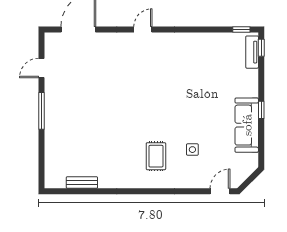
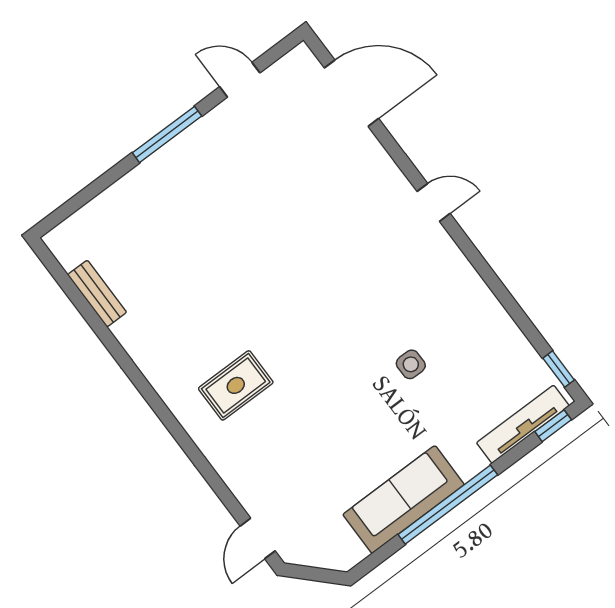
tv unit: (252, 52) -> (523, 424), width x1.41
window: (261, 110) -> (448, 505), width x3.17
side table: (192, 150) -> (411, 364), moved
door: (220, 191) -> (258, 538), swing flipped

